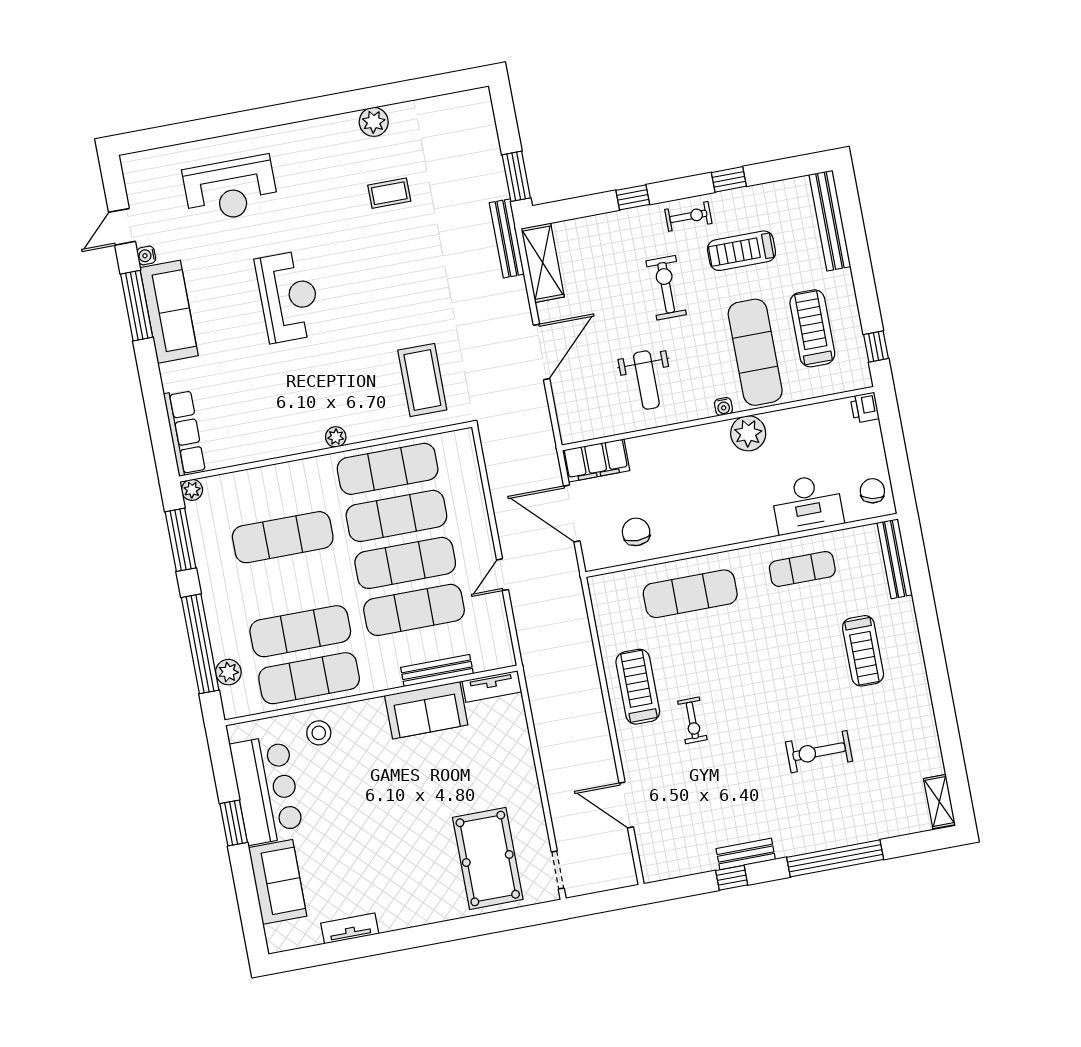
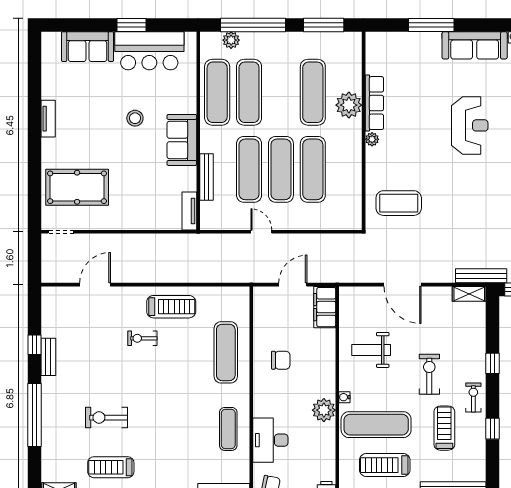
exercise bike: (688, 216) -> (473, 398), turned 180
shelving: (543, 263) -> (469, 294), width x0.67, depth x0.75
exercise bike: (666, 288) -> (429, 374), turned -90
reception desk: (288, 297) -> (470, 125), turned -90
window: (137, 306) -> (431, 25), moved
treadmill: (812, 328) -> (385, 465), turned 180
row of seats: (184, 433) -> (374, 103), moved, turned -90
exercise mat: (388, 469) -> (345, 169), removed
plant: (192, 490) -> (349, 105), moved, width x1.87, depth x1.87
door: (572, 514) -> (293, 285), width x0.73
chair: (636, 532) -> (281, 360), moved
treadmill: (863, 651) -> (111, 467), moved
sofa: (426, 710) -> (182, 140), moved
stool: (319, 733) -> (135, 118), moved
exercise bike: (819, 752) -> (106, 418), turned -90
tv unit: (350, 928) -> (48, 119), moved

